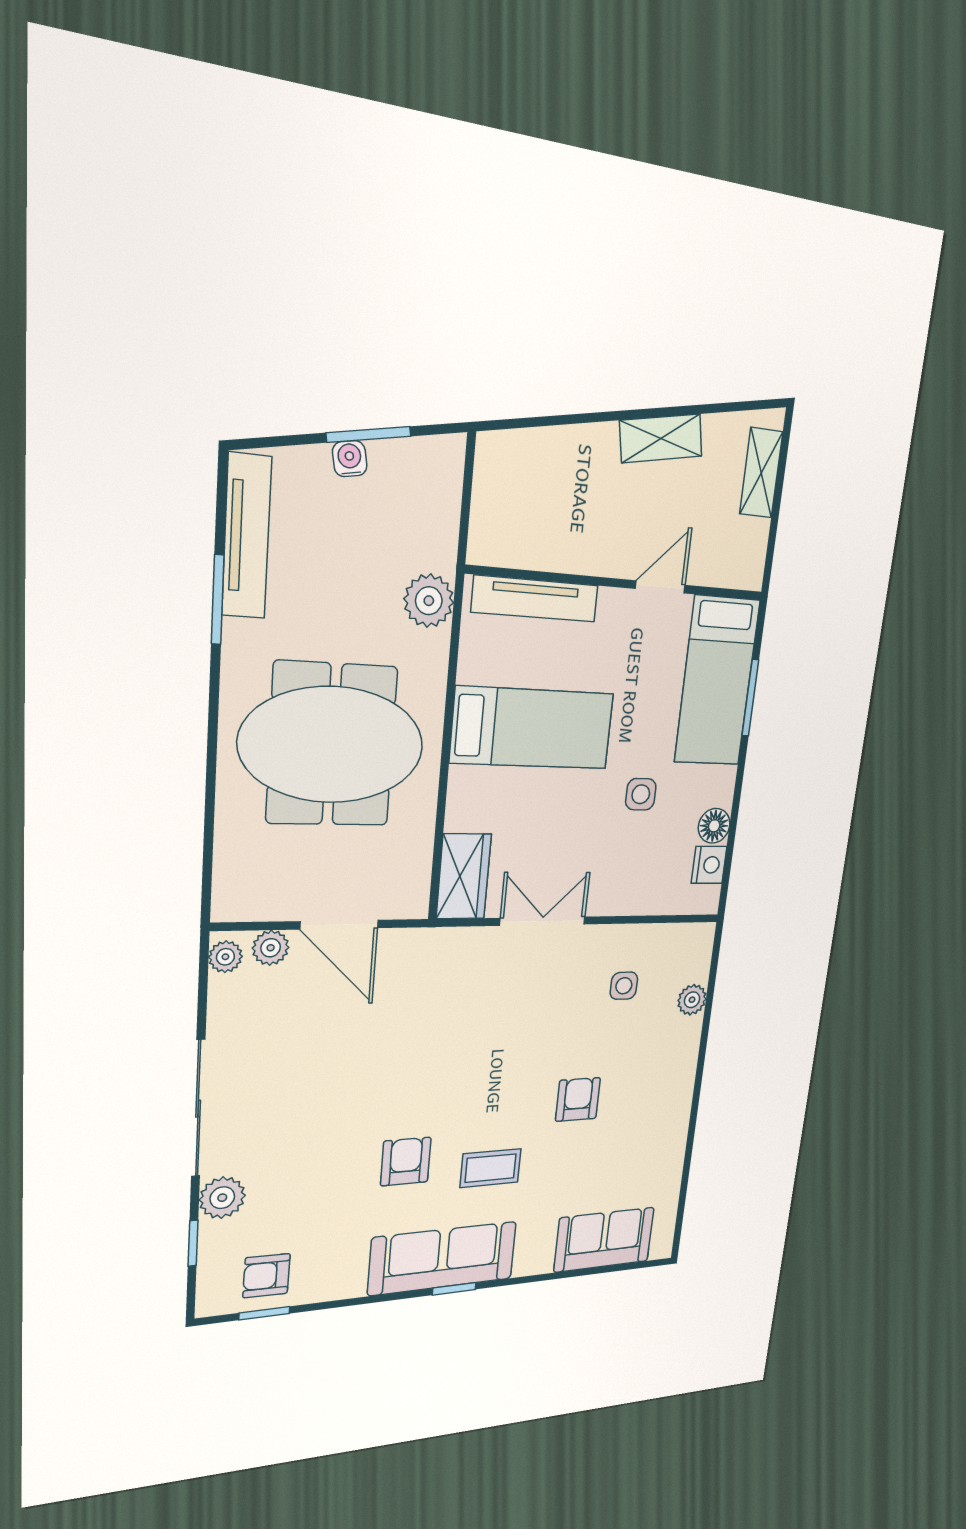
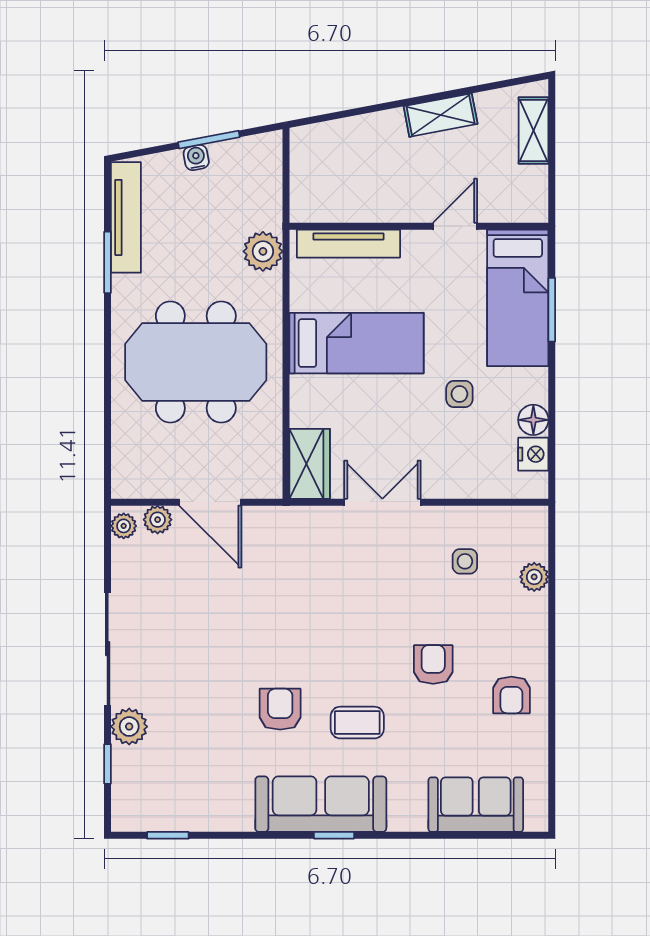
armchair: (266, 1276) -> (511, 695), moved, turned -91

